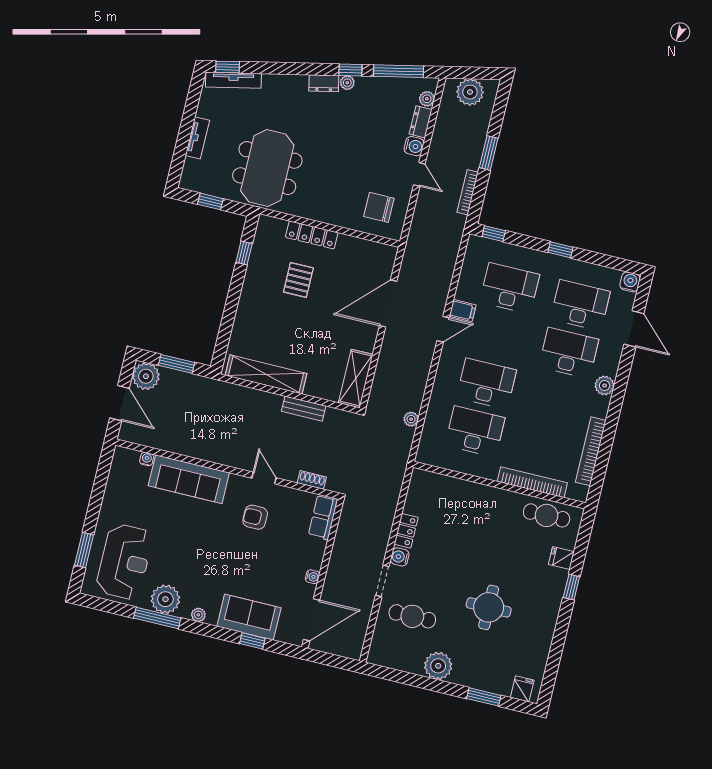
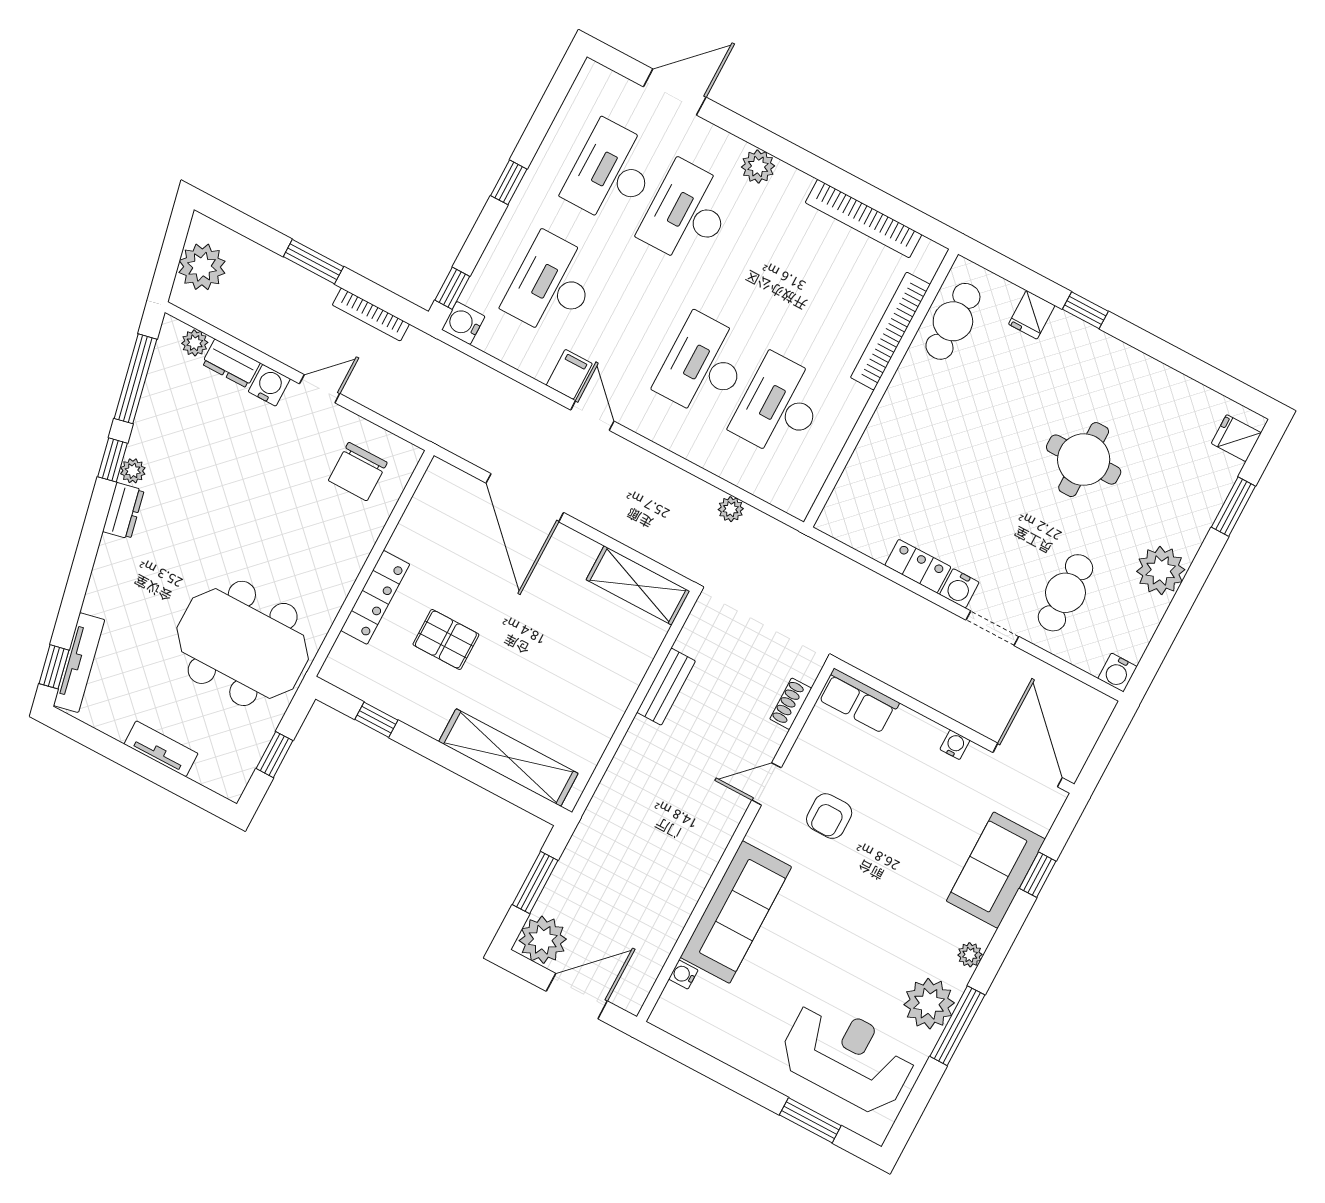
water cooler: (630, 282) -> (463, 323), moved
shelving: (266, 374) -> (508, 758), moved, turned 90
water cooler: (376, 656) -> (1117, 673), added

